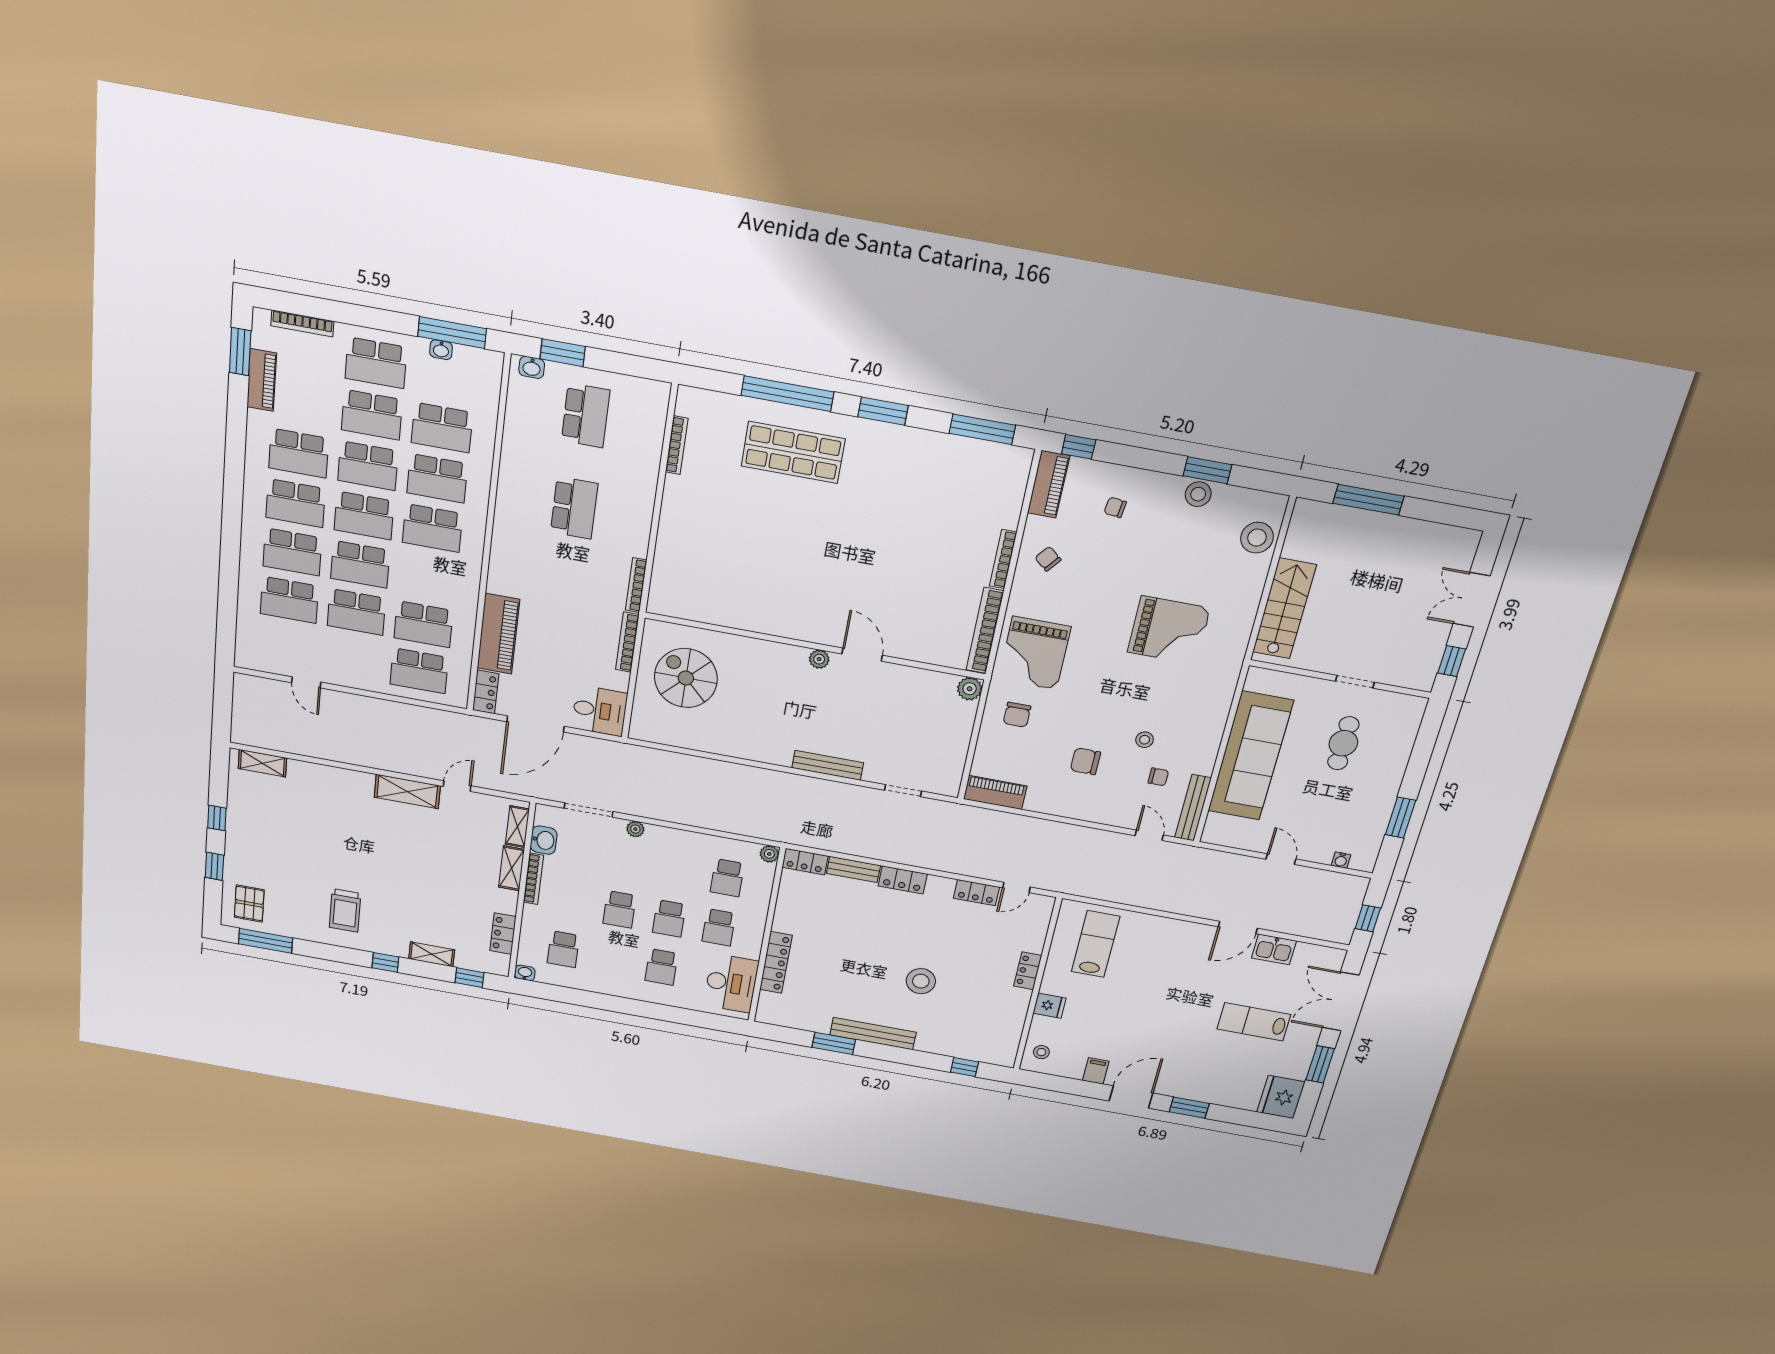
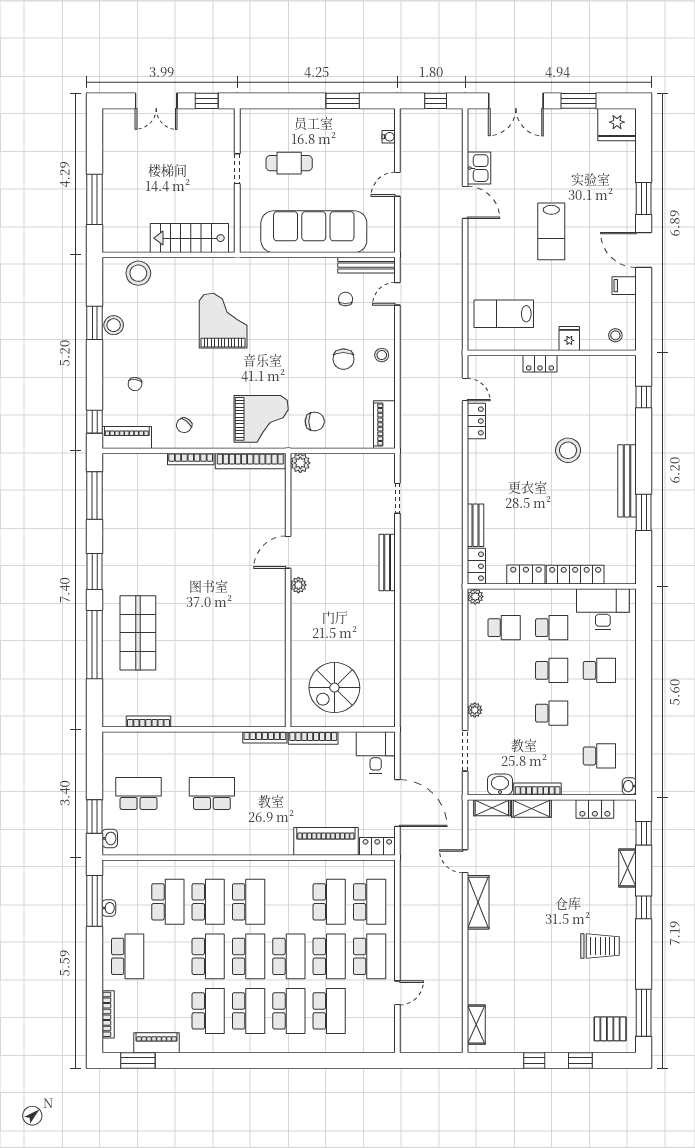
school desk: (372, 415) -> (370, 956), moved
stool: (1145, 740) -> (382, 355), moved
locker: (903, 880) -> (526, 575), moved, turned -90
lab bench: (1254, 1022) -> (551, 231), moved

